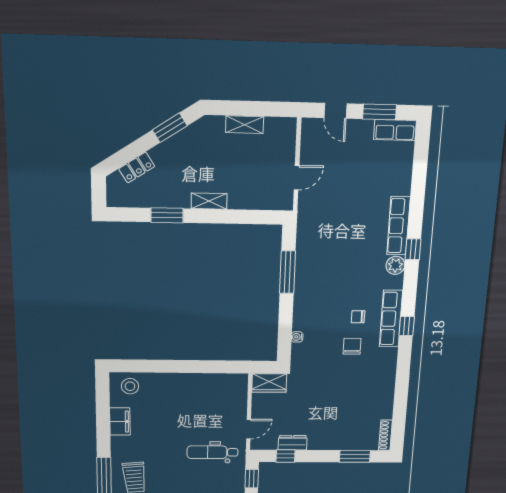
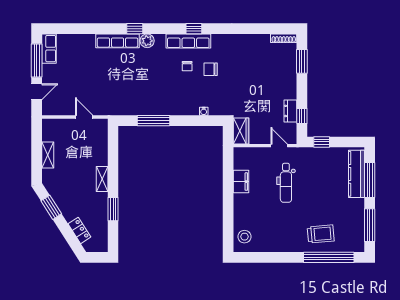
window: (380, 112) -> (37, 61), width x1.44
filing cabinet: (120, 421) -> (241, 182), moved, turned 90
dental chair: (213, 452) -> (286, 183), moved

